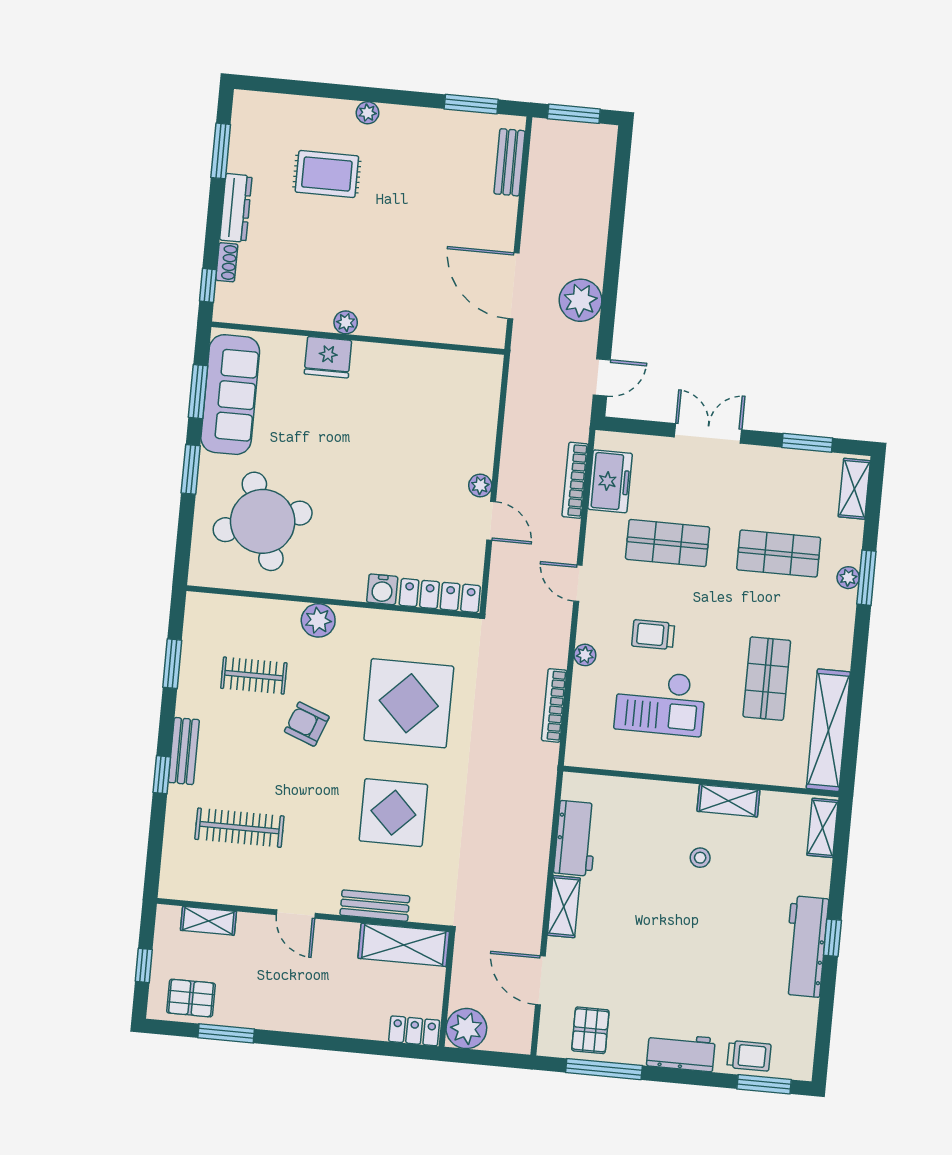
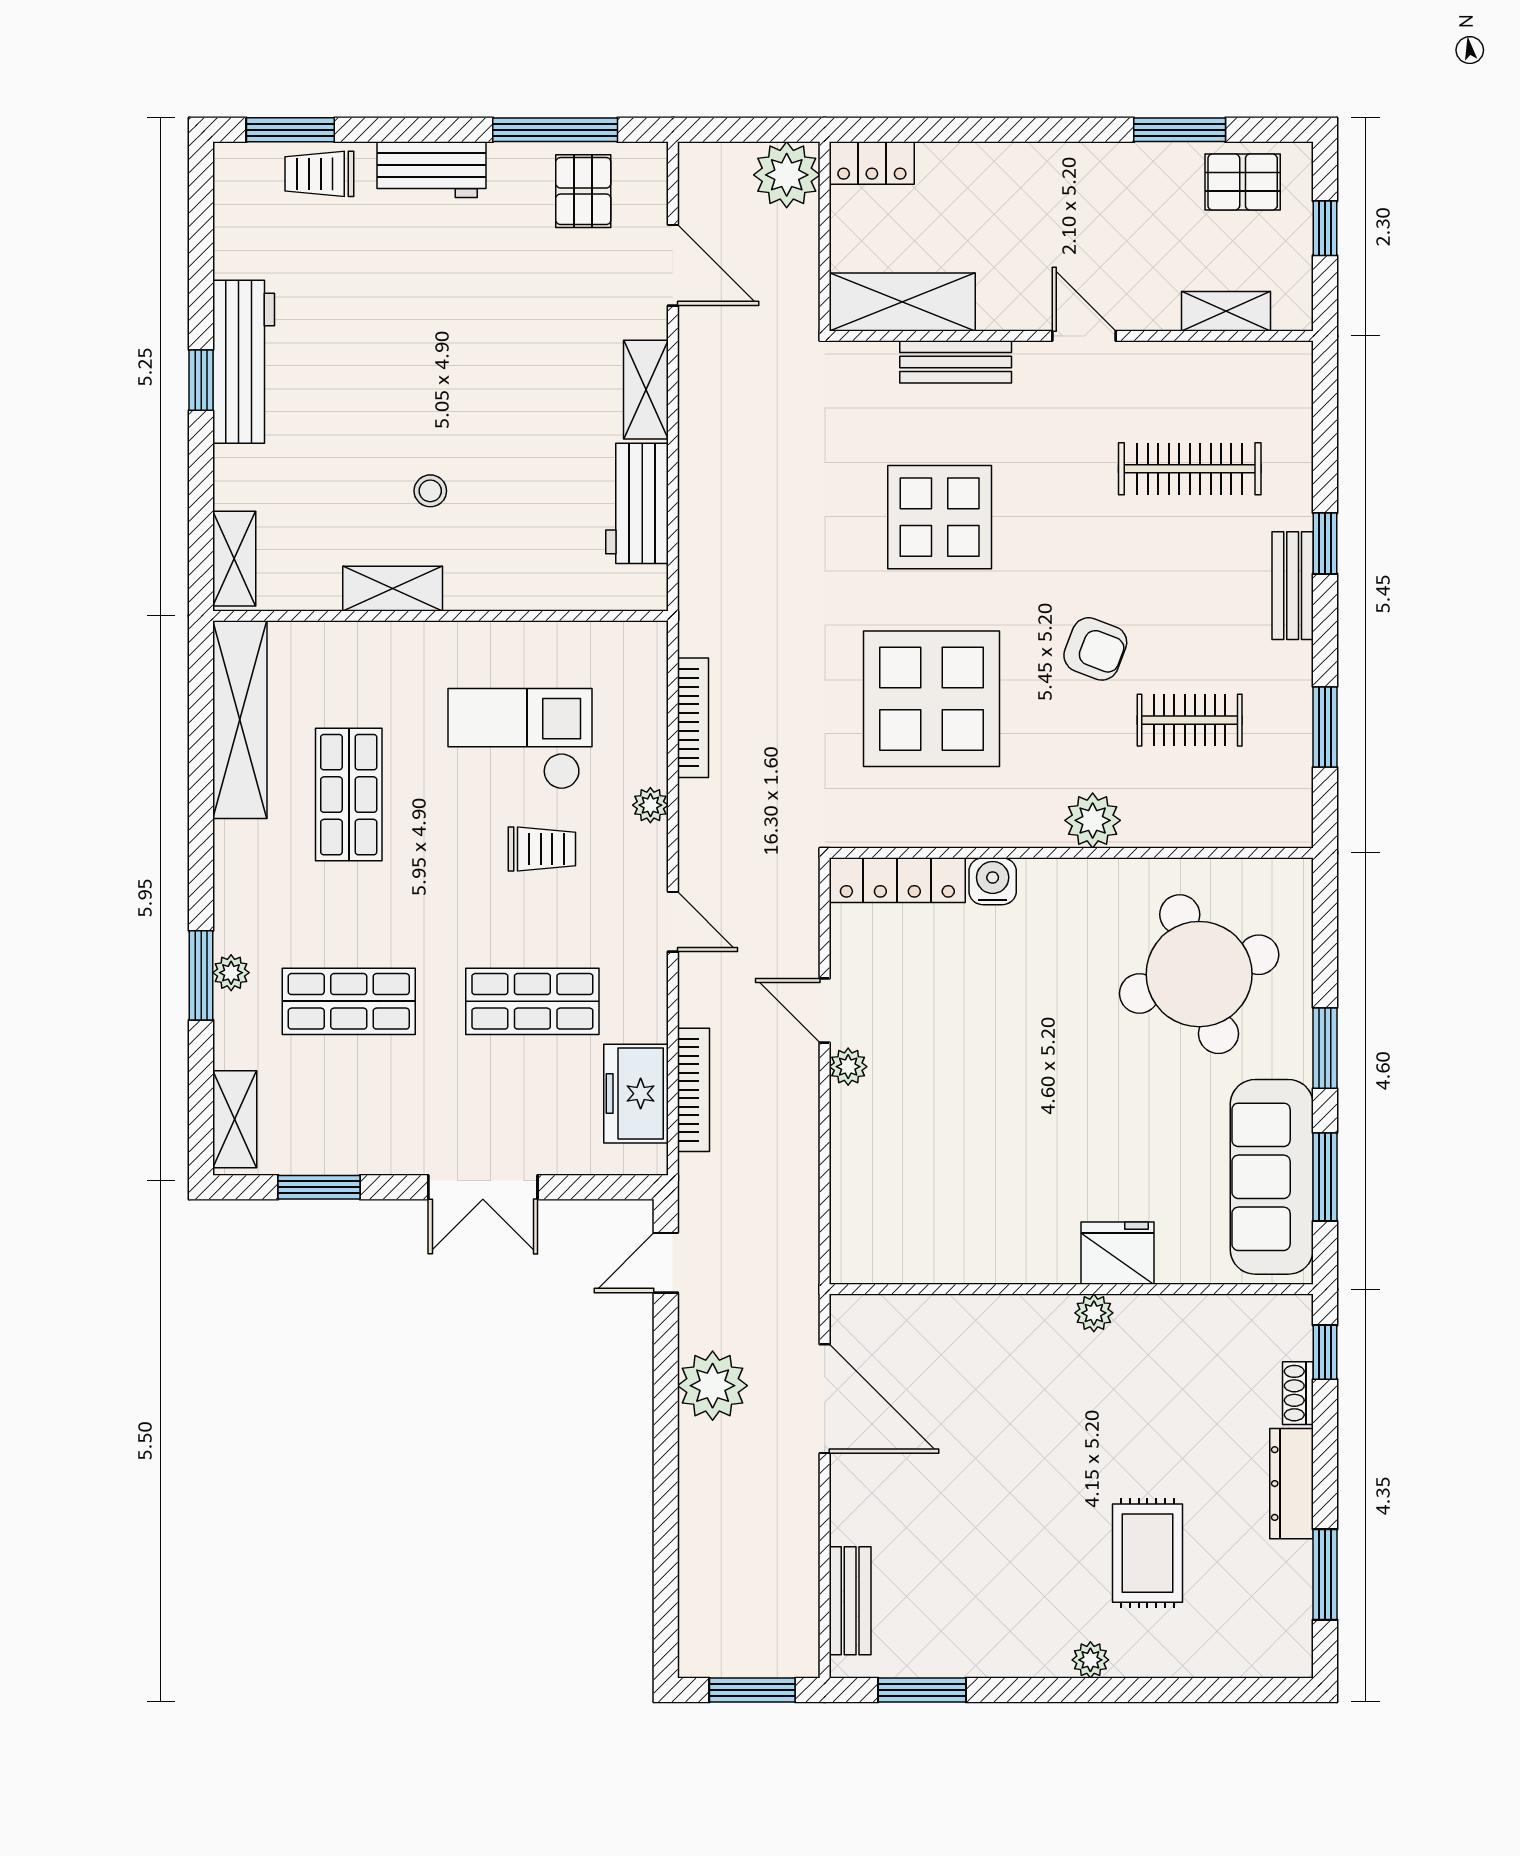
rug: (327, 174) -> (1147, 1553), turned 90

